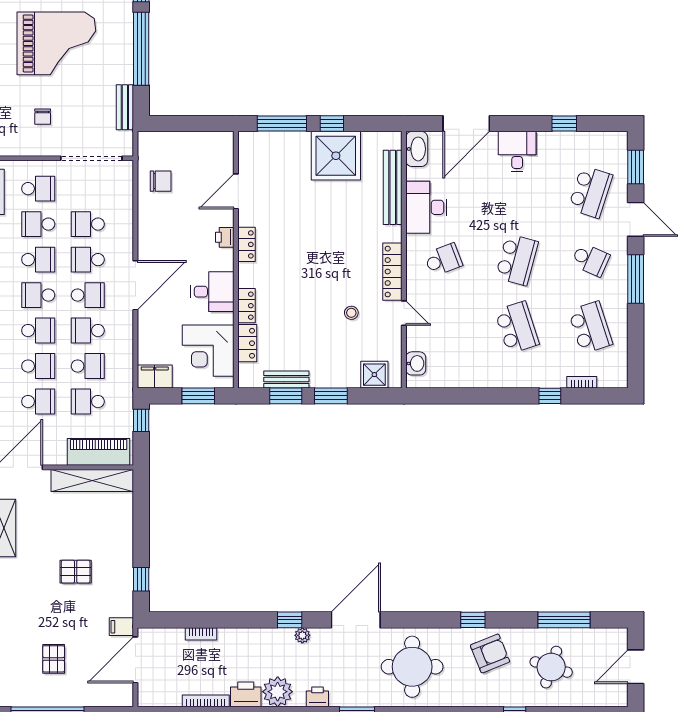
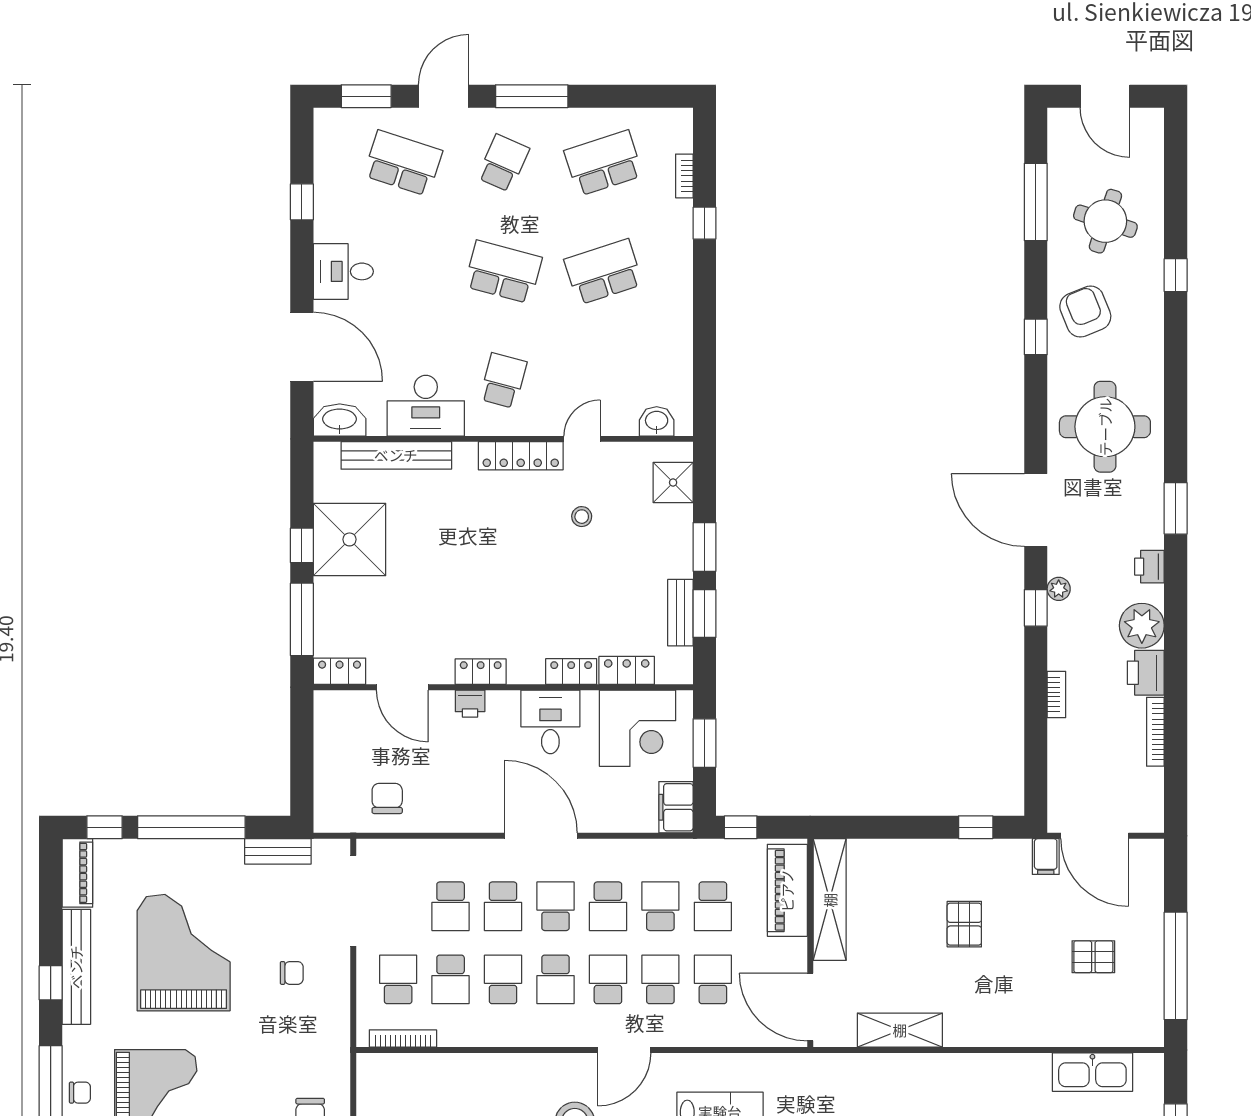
locker: (247, 149) -> (340, 671), added
school desk: (443, 260) -> (503, 381), turned 36
bookcase: (201, 634) -> (1056, 694), moved

